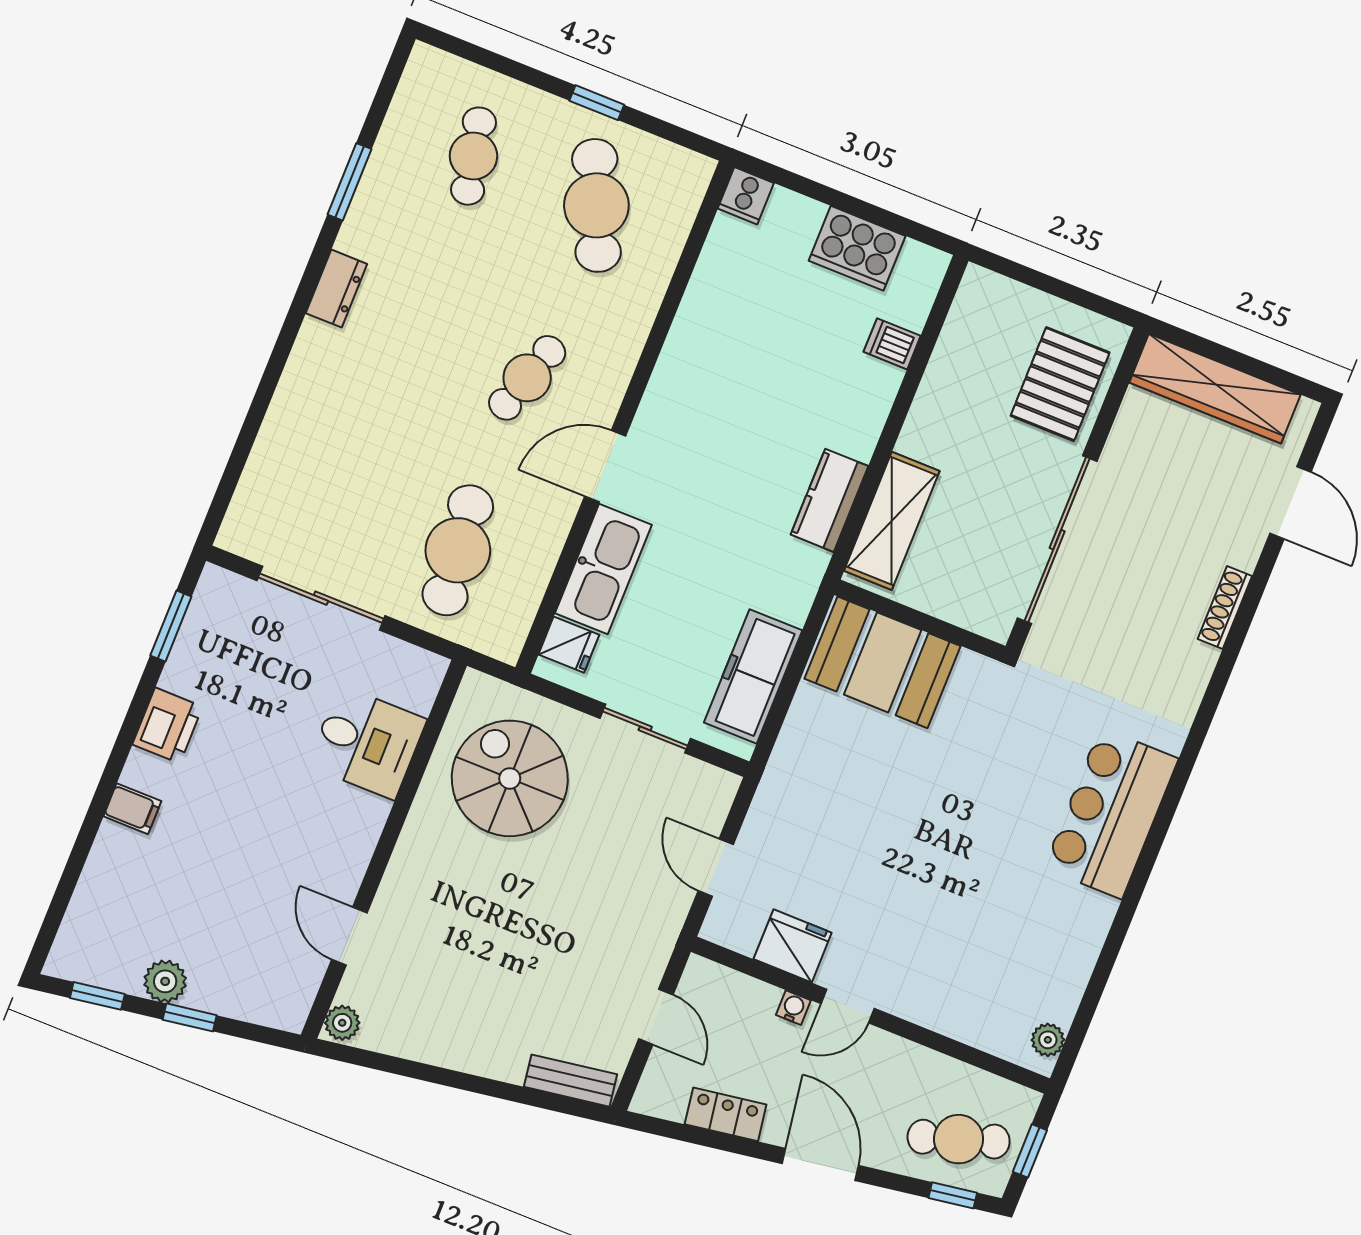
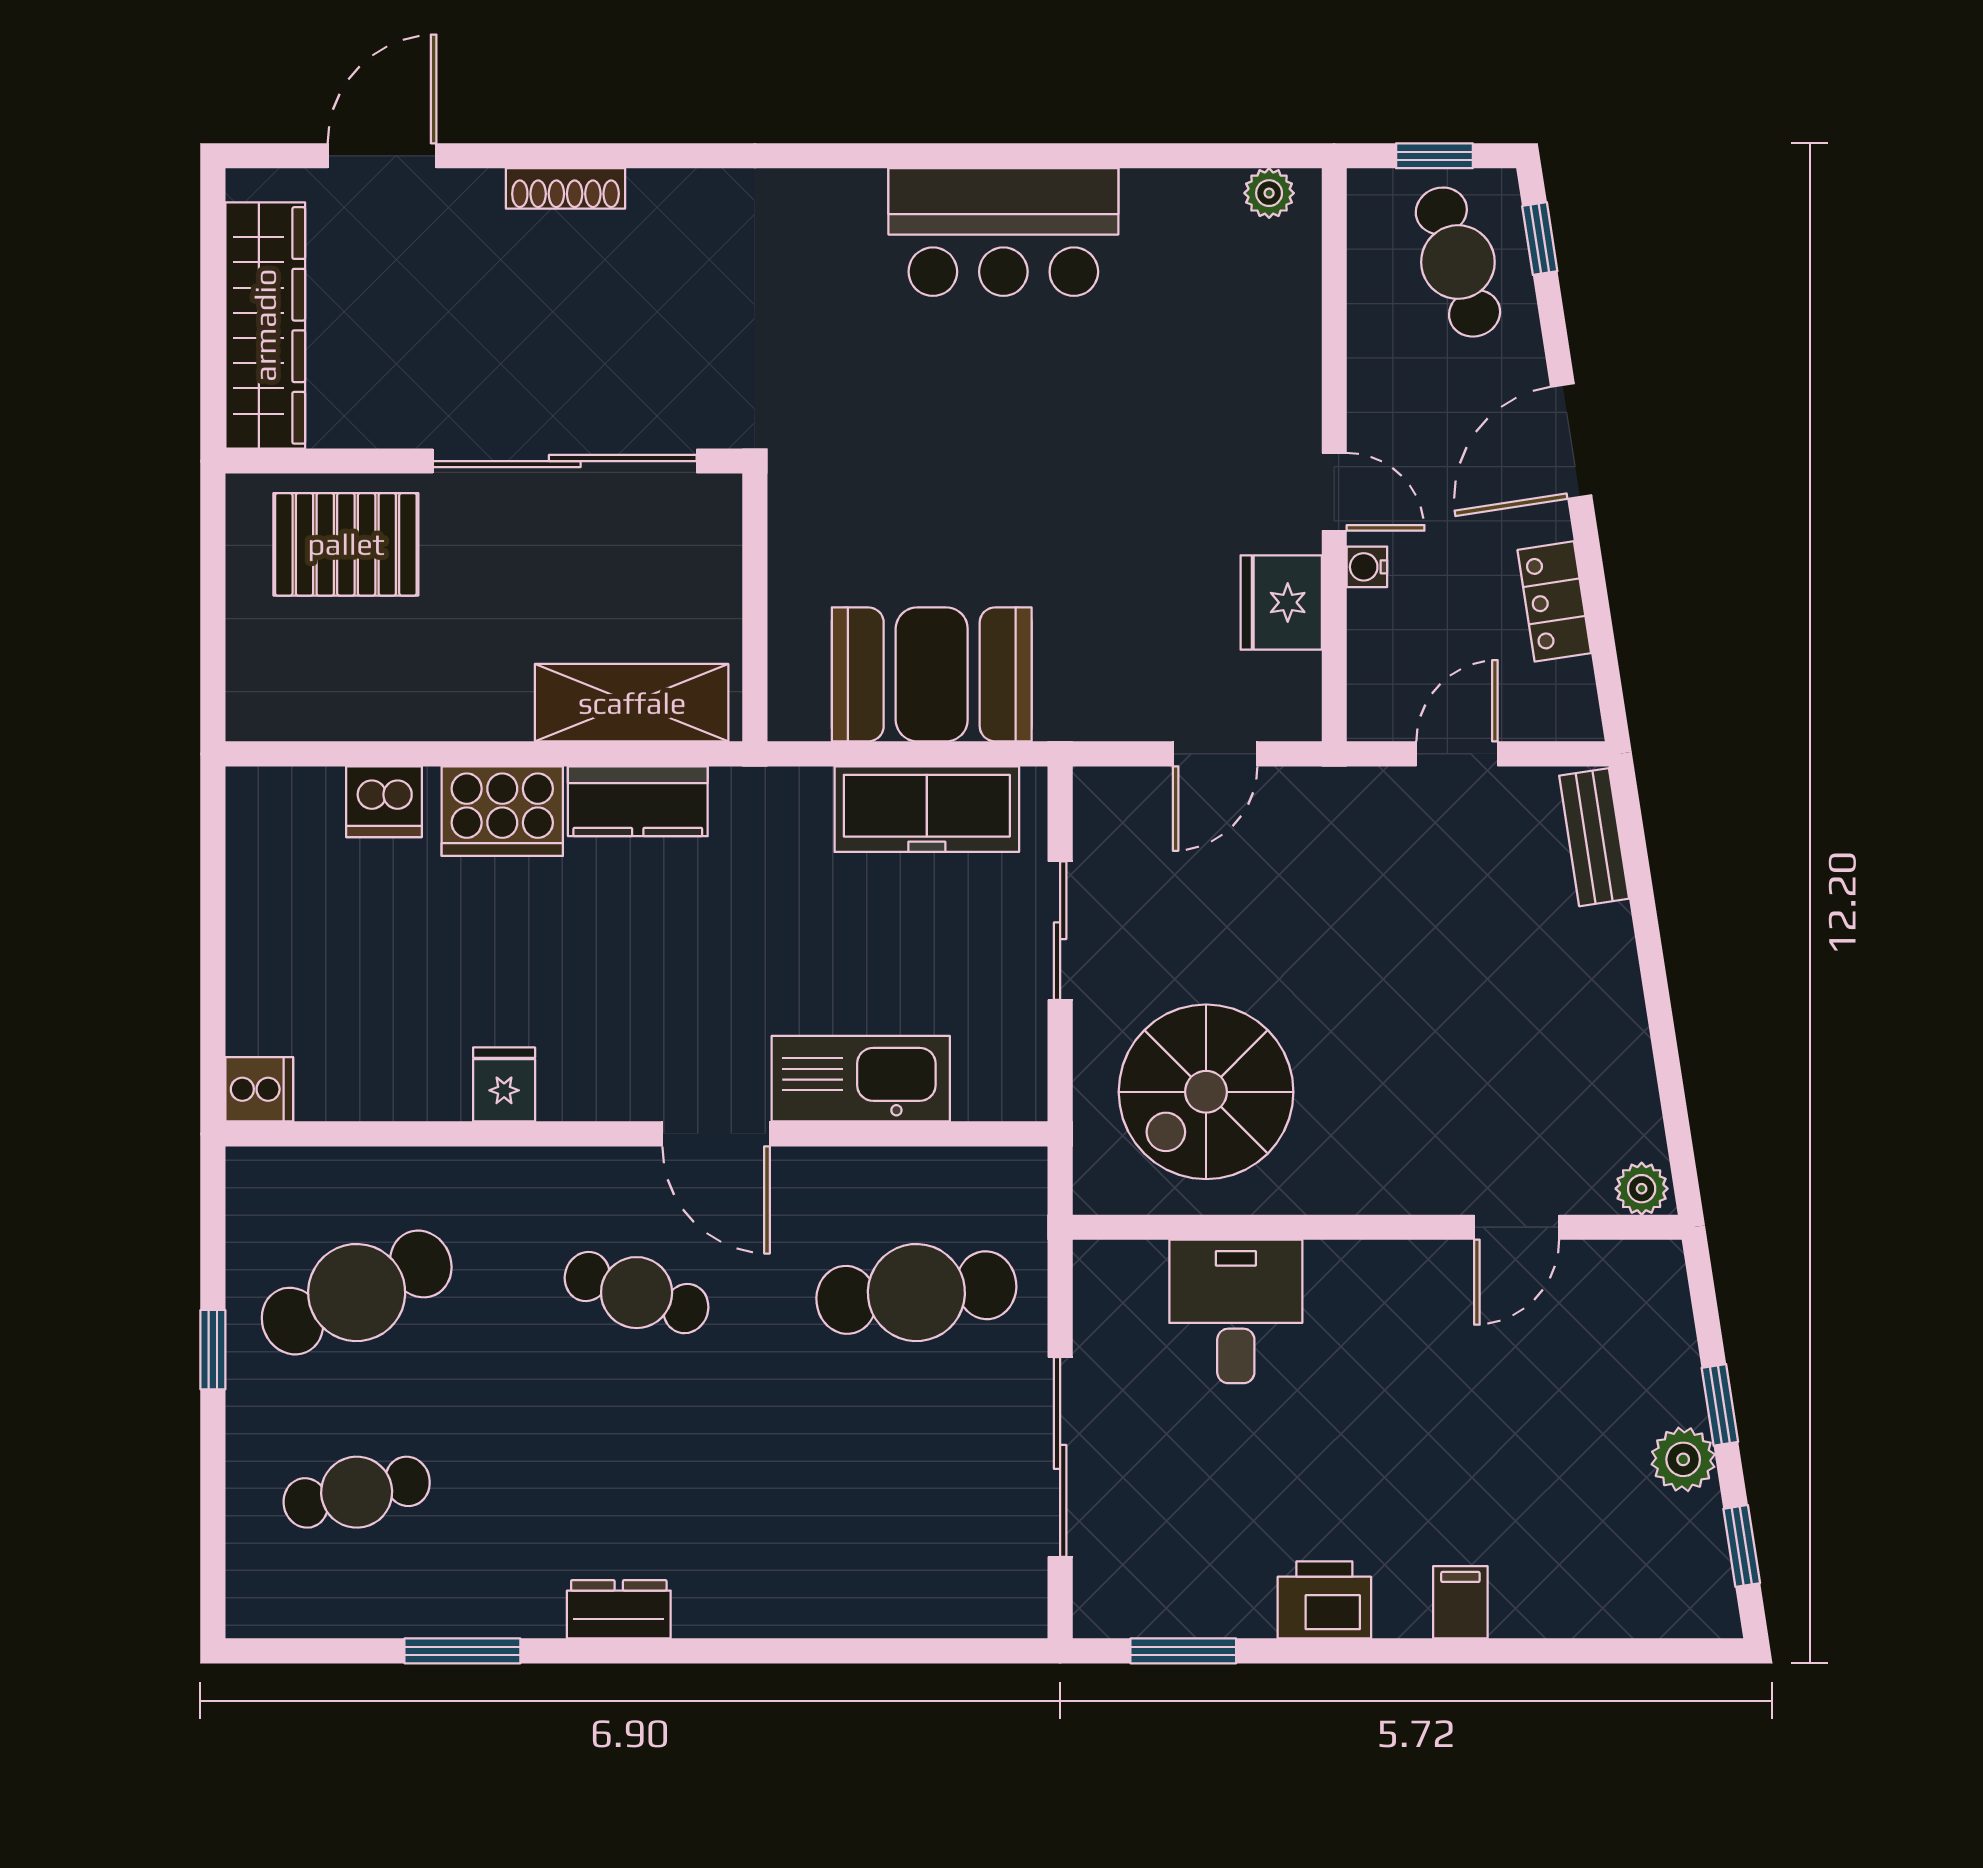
cooker: (857, 248) -> (502, 811), moved, turned 90
dishwasher: (892, 344) -> (384, 802), width x1.38
fridge: (569, 645) -> (504, 1084), moved
booth: (883, 662) -> (932, 674), moved, turned 90
bar counter: (1111, 813) -> (1003, 232), moved

